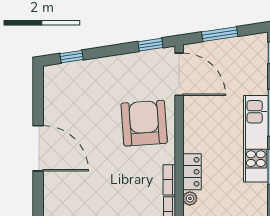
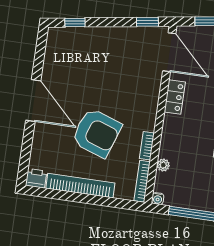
armchair: (144, 123) -> (97, 133), moved, turned 113
locker: (192, 172) -> (175, 97), moved

